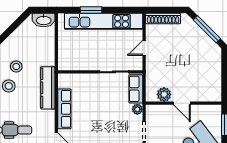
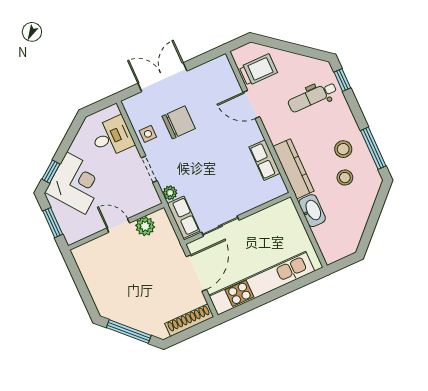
window: (91, 10) -> (284, 290), removed
washbasin: (44, 20) -> (312, 211), moved, turned 90
door: (144, 48) -> (196, 273), width x1.87
row of seats: (64, 109) -> (265, 160), width x0.68

